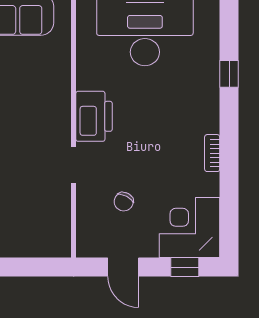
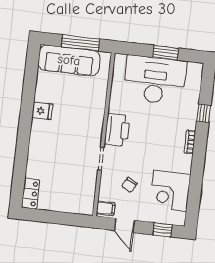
bookcase: (212, 153) -> (190, 142), moved
corner desk: (189, 228) -> (170, 191), moved, turned -90
filing cabinet: (90, 243) -> (106, 208), added

